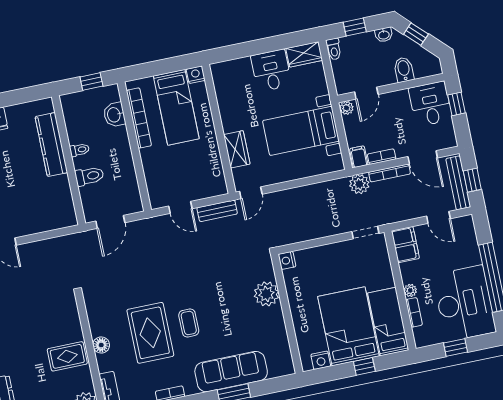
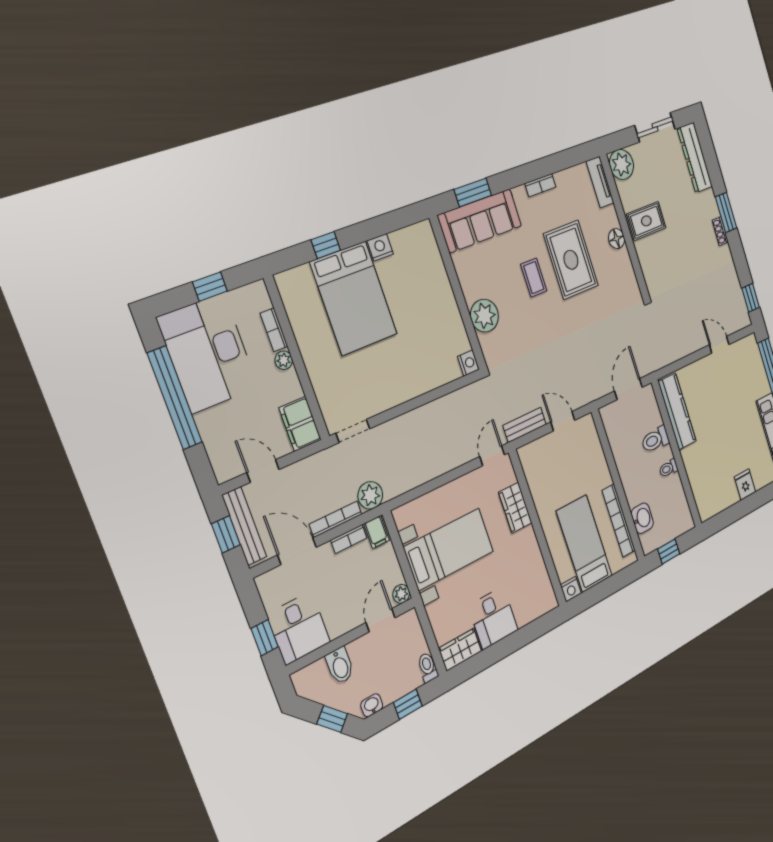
kitchen counter: (51, 145) -> (677, 411), moved
nightstand: (287, 260) -> (468, 363), moved
plant: (266, 294) -> (484, 316), moved
wall: (287, 314) -> (458, 293), moved
bed: (388, 322) -> (305, 312), removed

